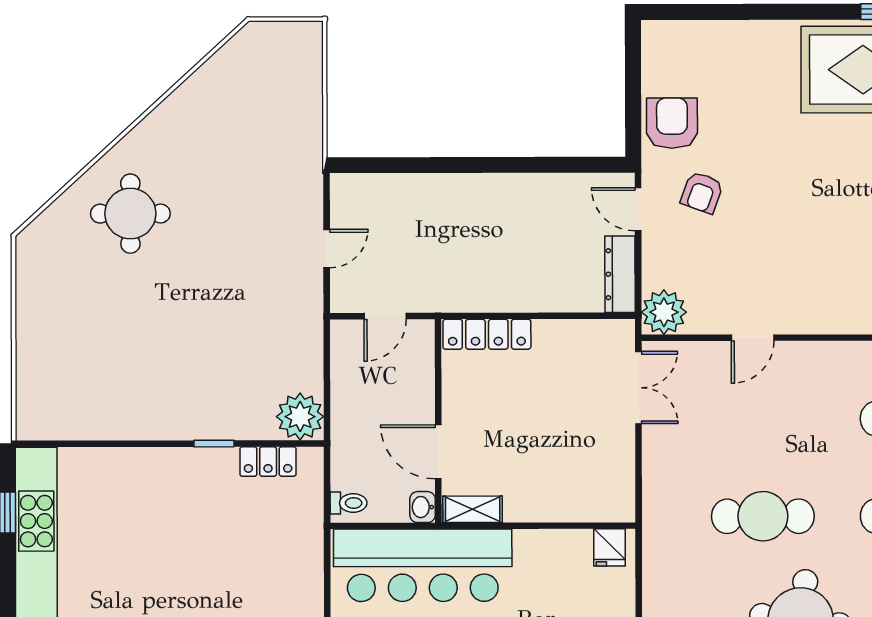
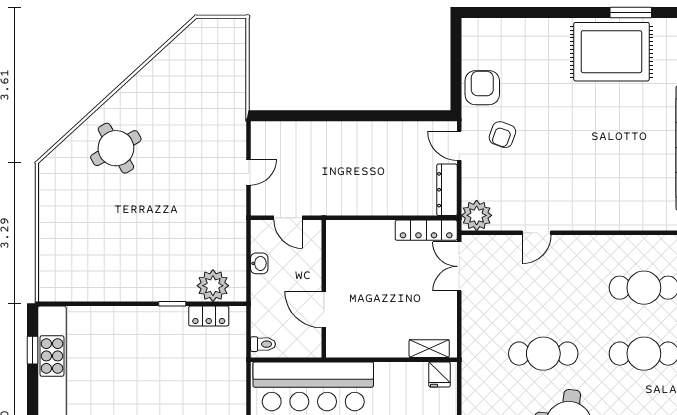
round table: (130, 214) -> (116, 148), turned -30
door: (385, 316) -> (288, 218), hinge flipped
locker: (487, 334) -> (426, 230), moved
double door: (638, 388) -> (459, 266), swing flipped
plant: (300, 417) -> (213, 286), moved
washbasin: (423, 507) -> (259, 263), moved, turned 180
shelving: (473, 509) -> (429, 349), moved

